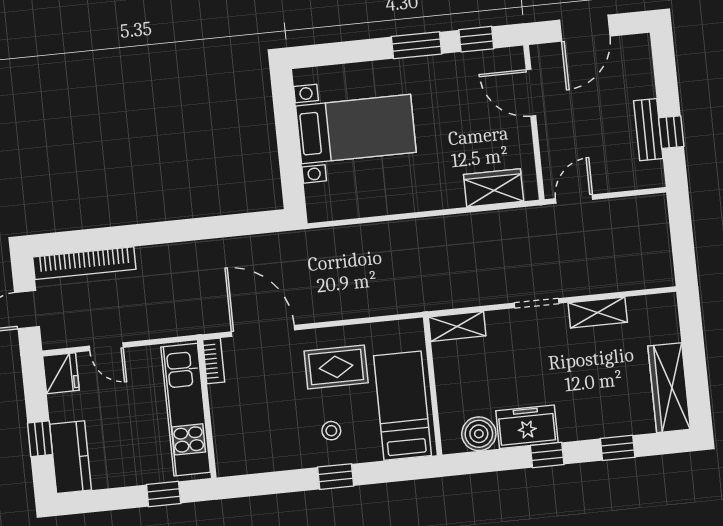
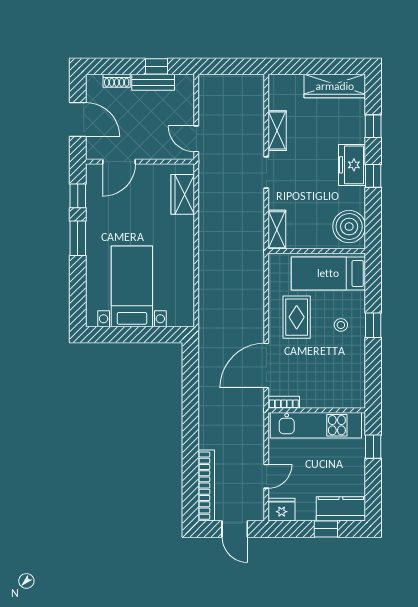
shoe rack: (645, 78) -> (117, 81), added
freezer: (527, 427) -> (352, 165), moved
boiler: (479, 434) -> (349, 227), width x1.37, depth x1.37

